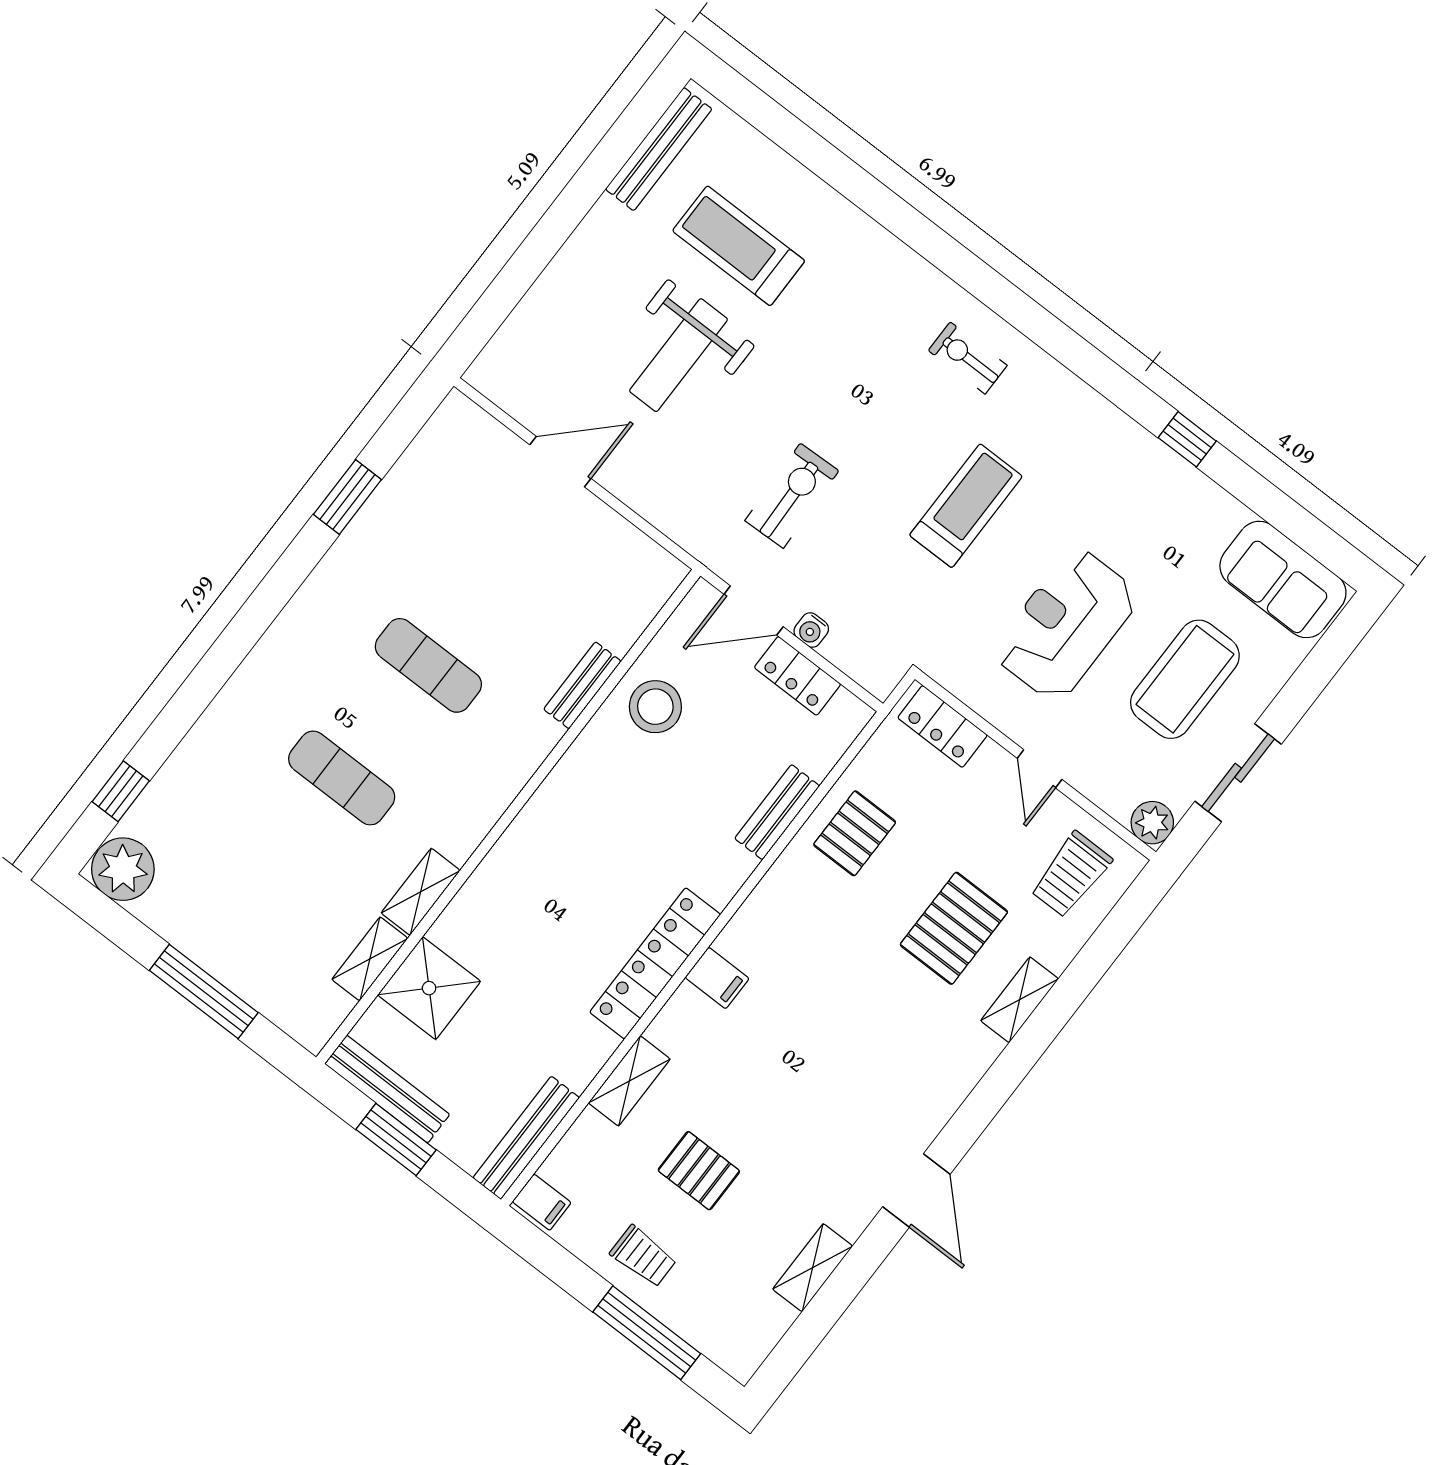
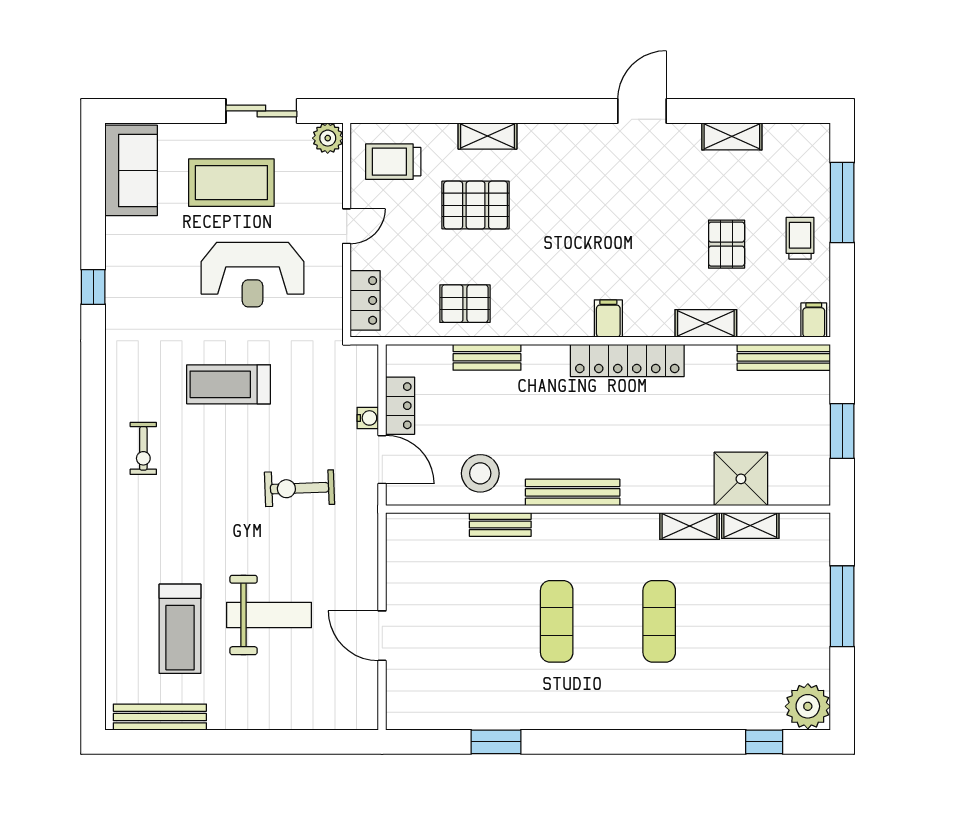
trolley: (1071, 875) -> (393, 162), turned 180
bench: (387, 1089) -> (573, 492), moved, turned 90

